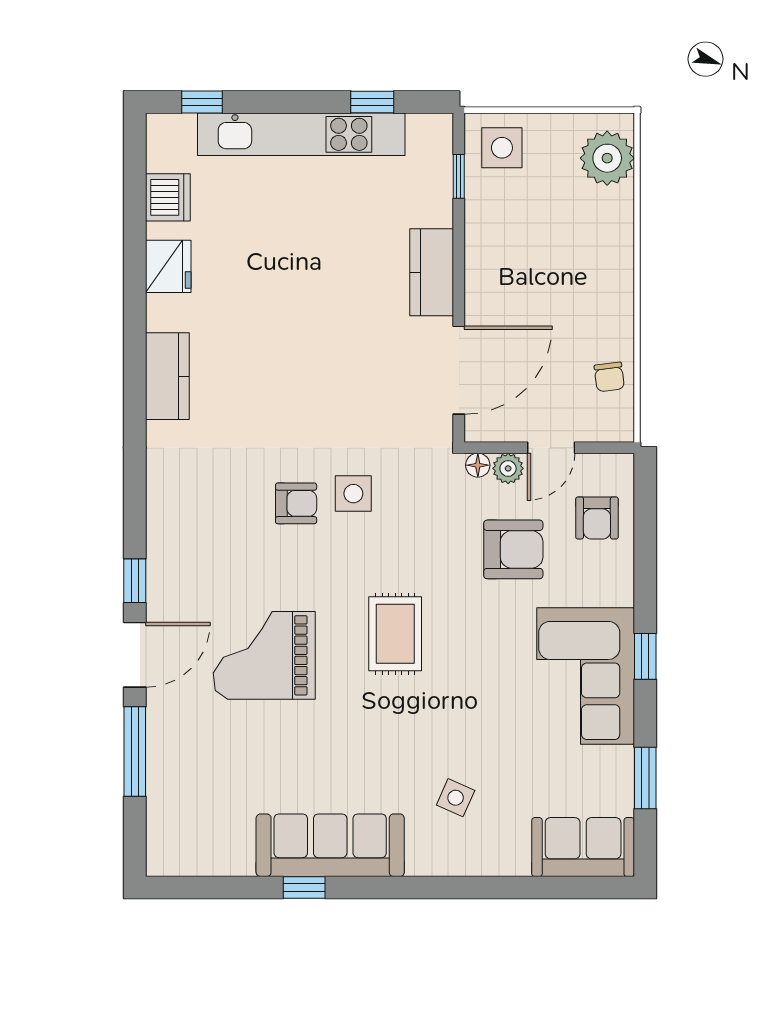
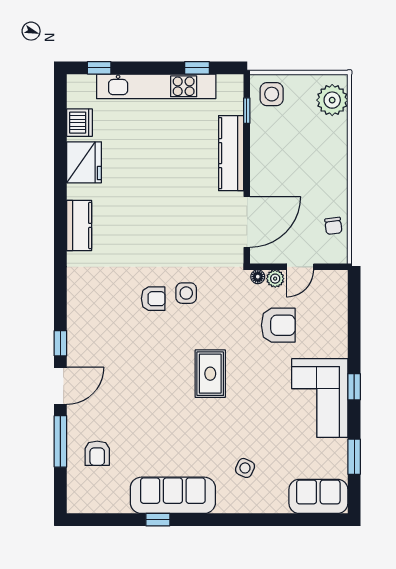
fridge: (168, 266) -> (84, 162), width x1.36, depth x1.34
kitchen counter: (432, 272) -> (231, 153), width x1.50
armchair: (597, 518) -> (97, 453), moved
grand piano: (264, 655) -> (135, 386), removed

